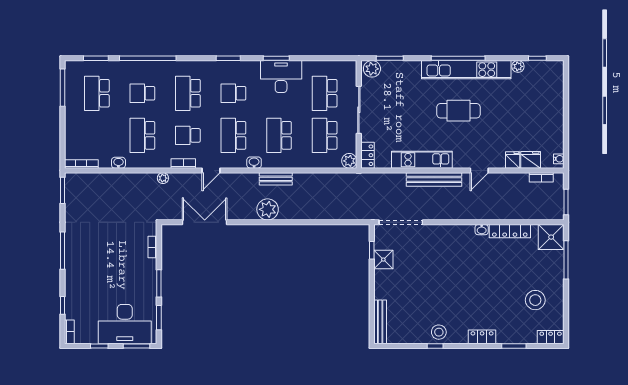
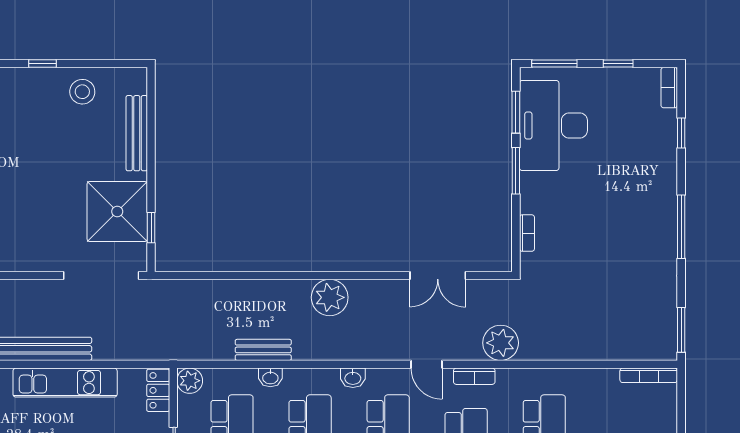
washbasin: (118, 163) -> (270, 377), moved
door: (211, 170) -> (426, 364), swing flipped
plant: (163, 178) -> (501, 343), width x1.88, depth x1.88
bench: (276, 179) -> (263, 350), moved
double door: (205, 222) -> (438, 276), width x0.73
shower: (383, 260) -> (117, 212), width x1.86, depth x1.86
bench: (380, 322) -> (137, 133), moved
desk: (125, 324) -> (553, 125), moved, turned -90
stool: (439, 332) -> (82, 92), moved

